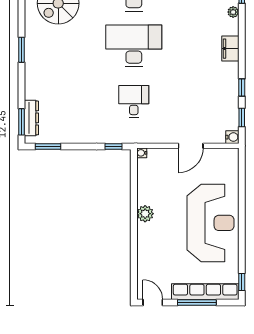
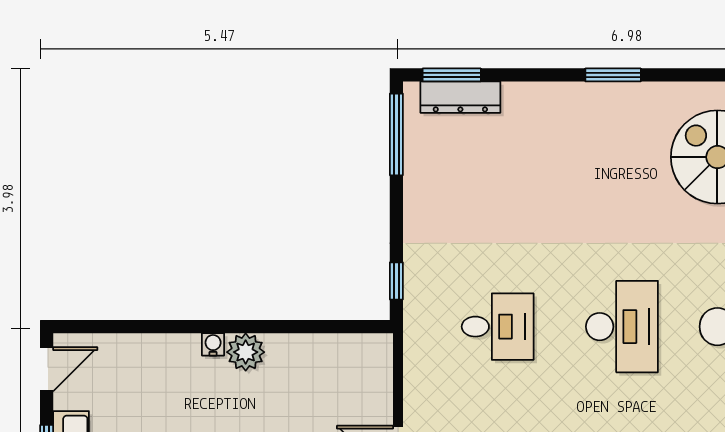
desk: (134, 46) -> (622, 327), width x0.73, depth x0.77
window: (48, 146) -> (396, 134), width x1.44
water cooler: (142, 153) -> (213, 344), moved

